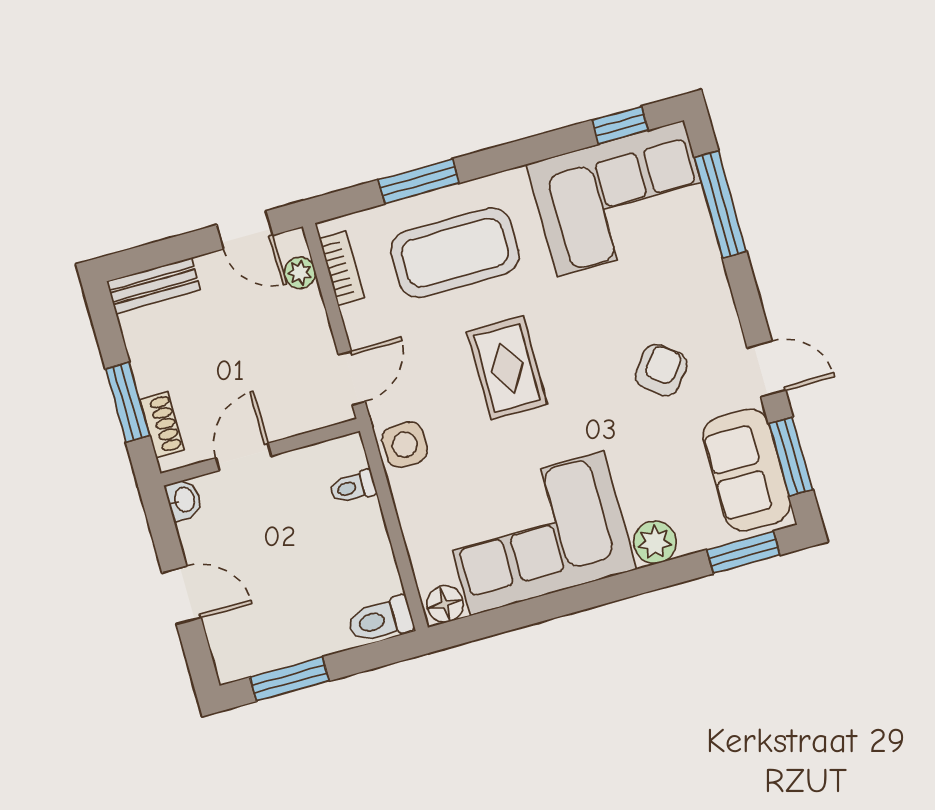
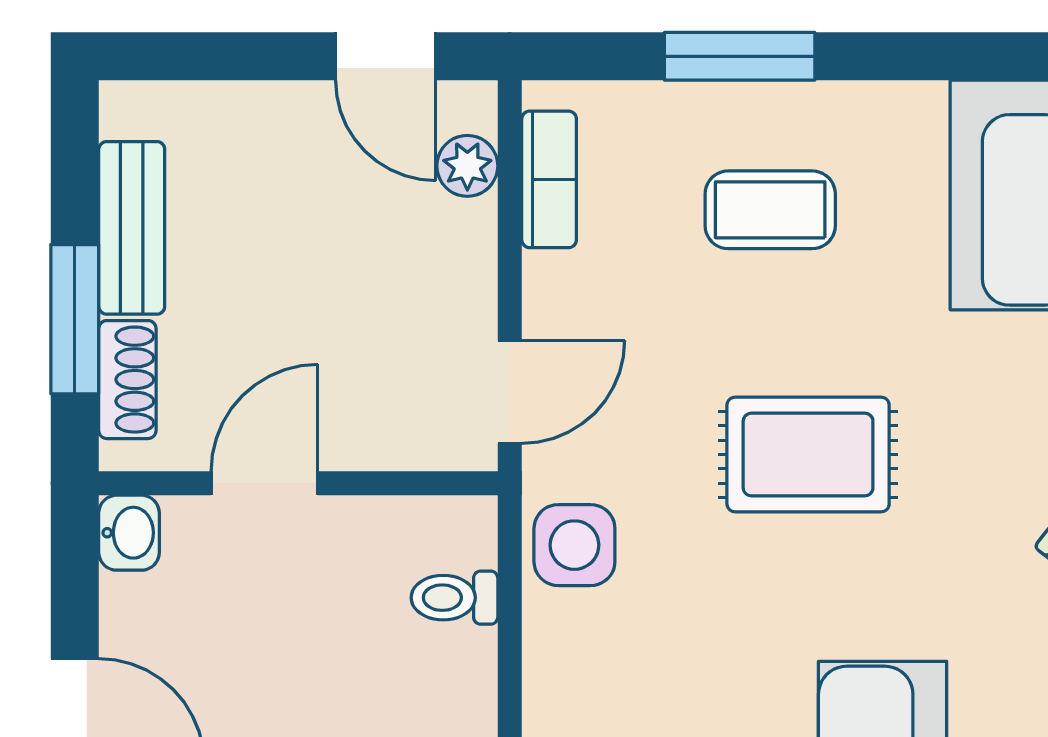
coffee table: (455, 253) -> (770, 210), width x0.54, depth x0.58
bench: (154, 286) -> (132, 228), moved, turned 90
rug: (507, 368) -> (808, 455), turned 90

